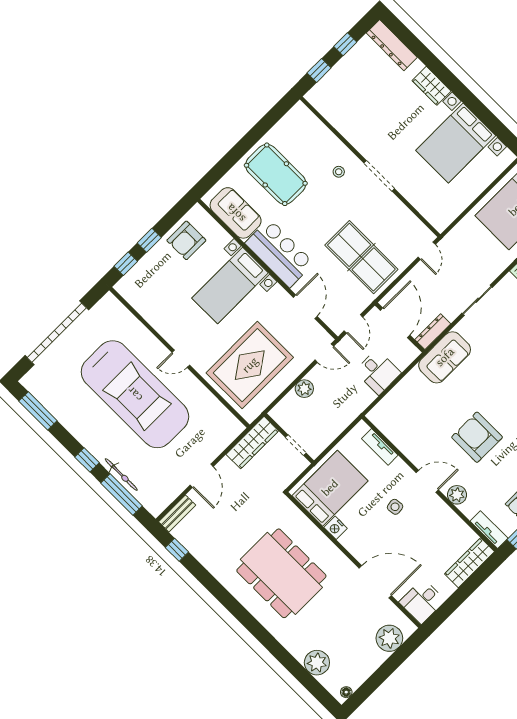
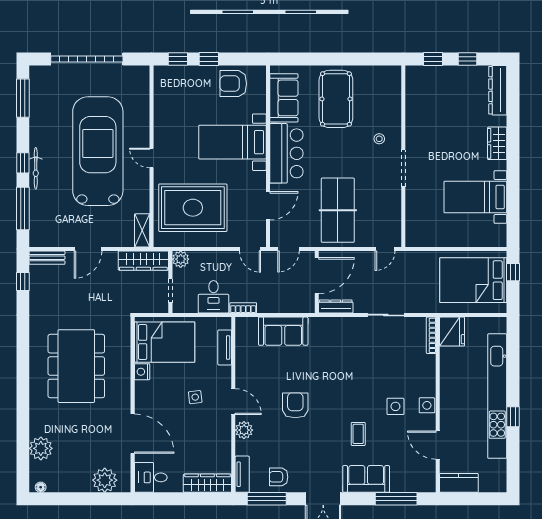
bed with nightstands: (456, 143) -> (475, 197), width x0.73
sofa: (445, 357) -> (283, 331), moved
desk: (378, 372) -> (213, 297), moved
plant: (304, 389) -> (181, 259), moved
car: (135, 394) -> (98, 151), turned 180
bookcase: (364, 403) -> (243, 308), added
shelving: (229, 421) -> (142, 230), added
armchair: (477, 437) -> (295, 405), width x0.73, depth x0.73
bicycle: (121, 475) -> (36, 168), moved

